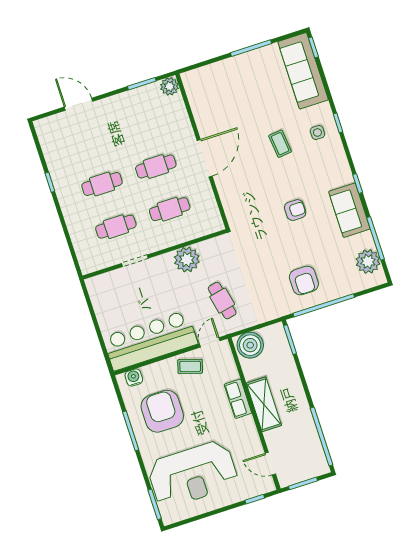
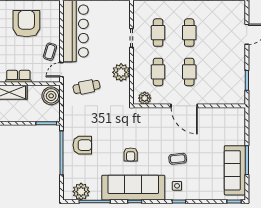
sofa: (303, 71) -> (235, 170), moved, turned -90
plant: (169, 86) -> (145, 98), moved
sofa: (349, 210) -> (133, 188), width x1.85, depth x1.27
armchair: (304, 280) -> (82, 145), turned 180
door: (210, 342) -> (62, 70), swing flipped
water cooler: (134, 378) -> (55, 12), removed
armchair: (162, 411) -> (26, 24), turned -90

